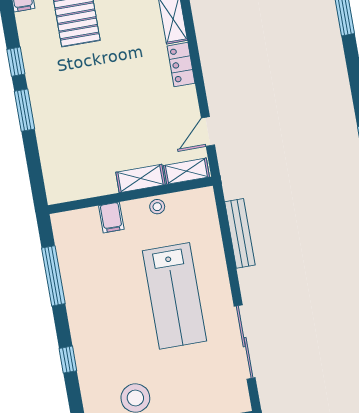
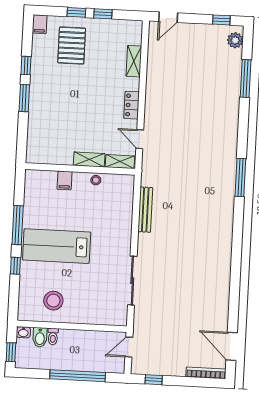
locker: (181, 65) -> (132, 105), moved
door: (208, 132) -> (140, 139), hinge flipped
window: (53, 276) -> (18, 225), moved
lab bench: (175, 296) -> (57, 246), moved, turned 90

